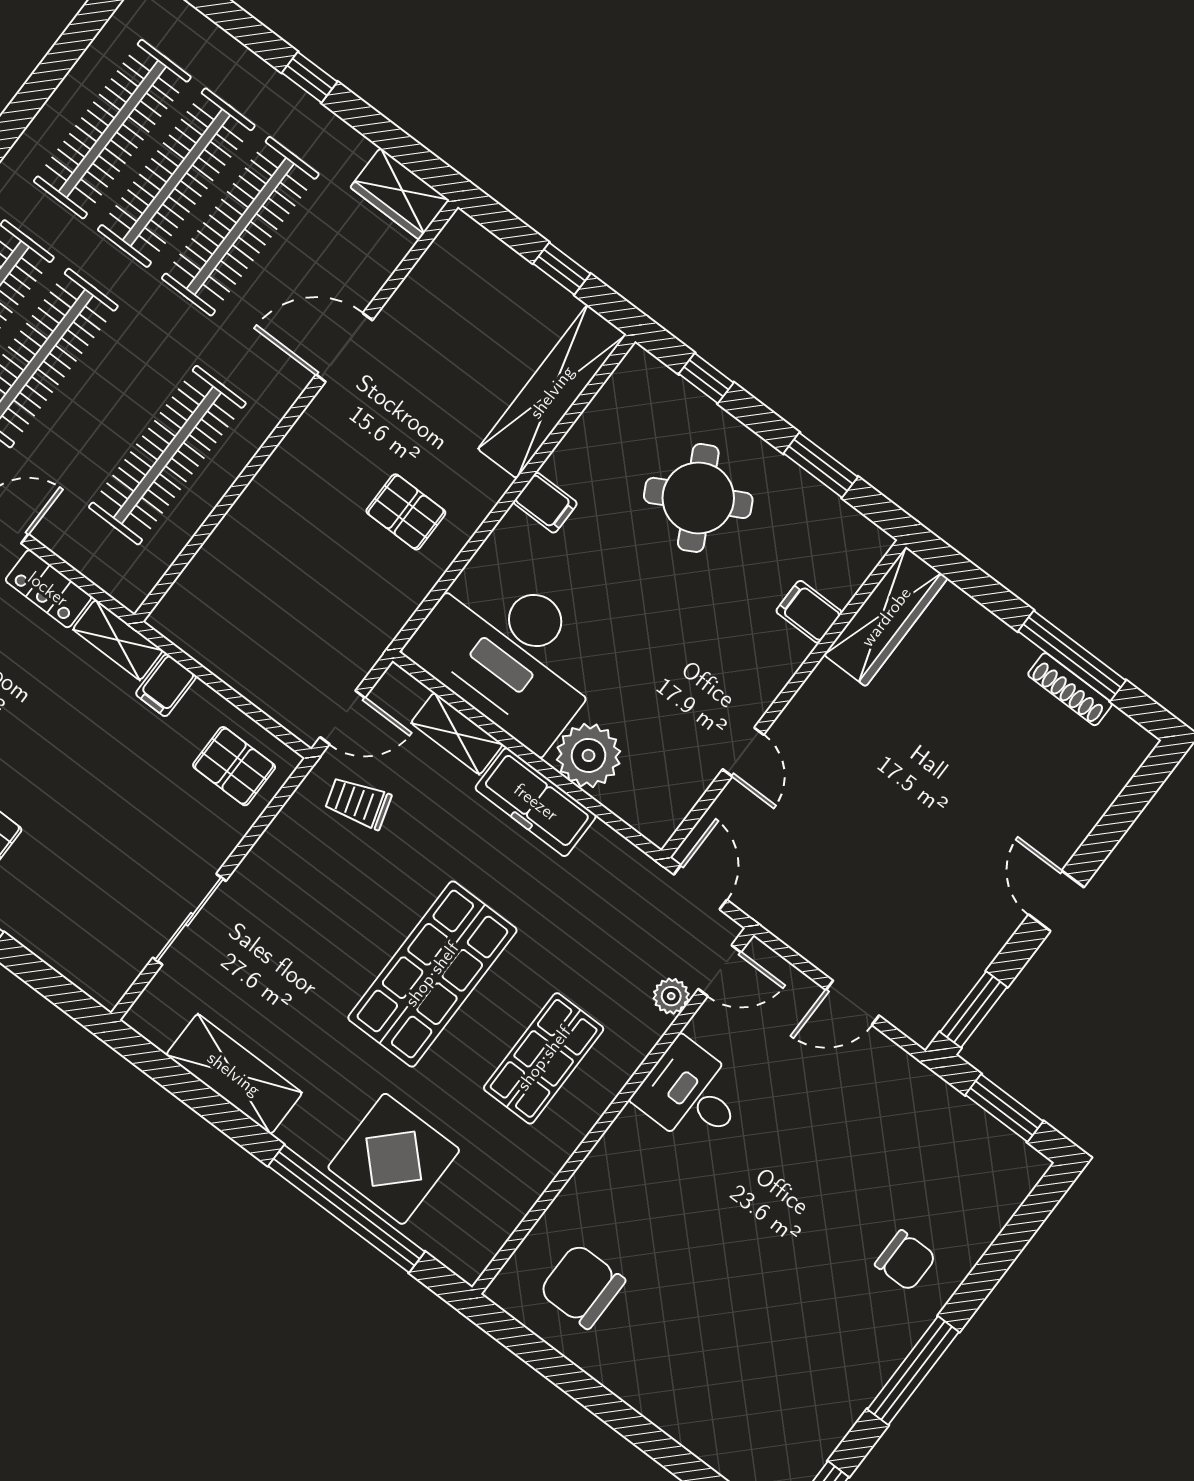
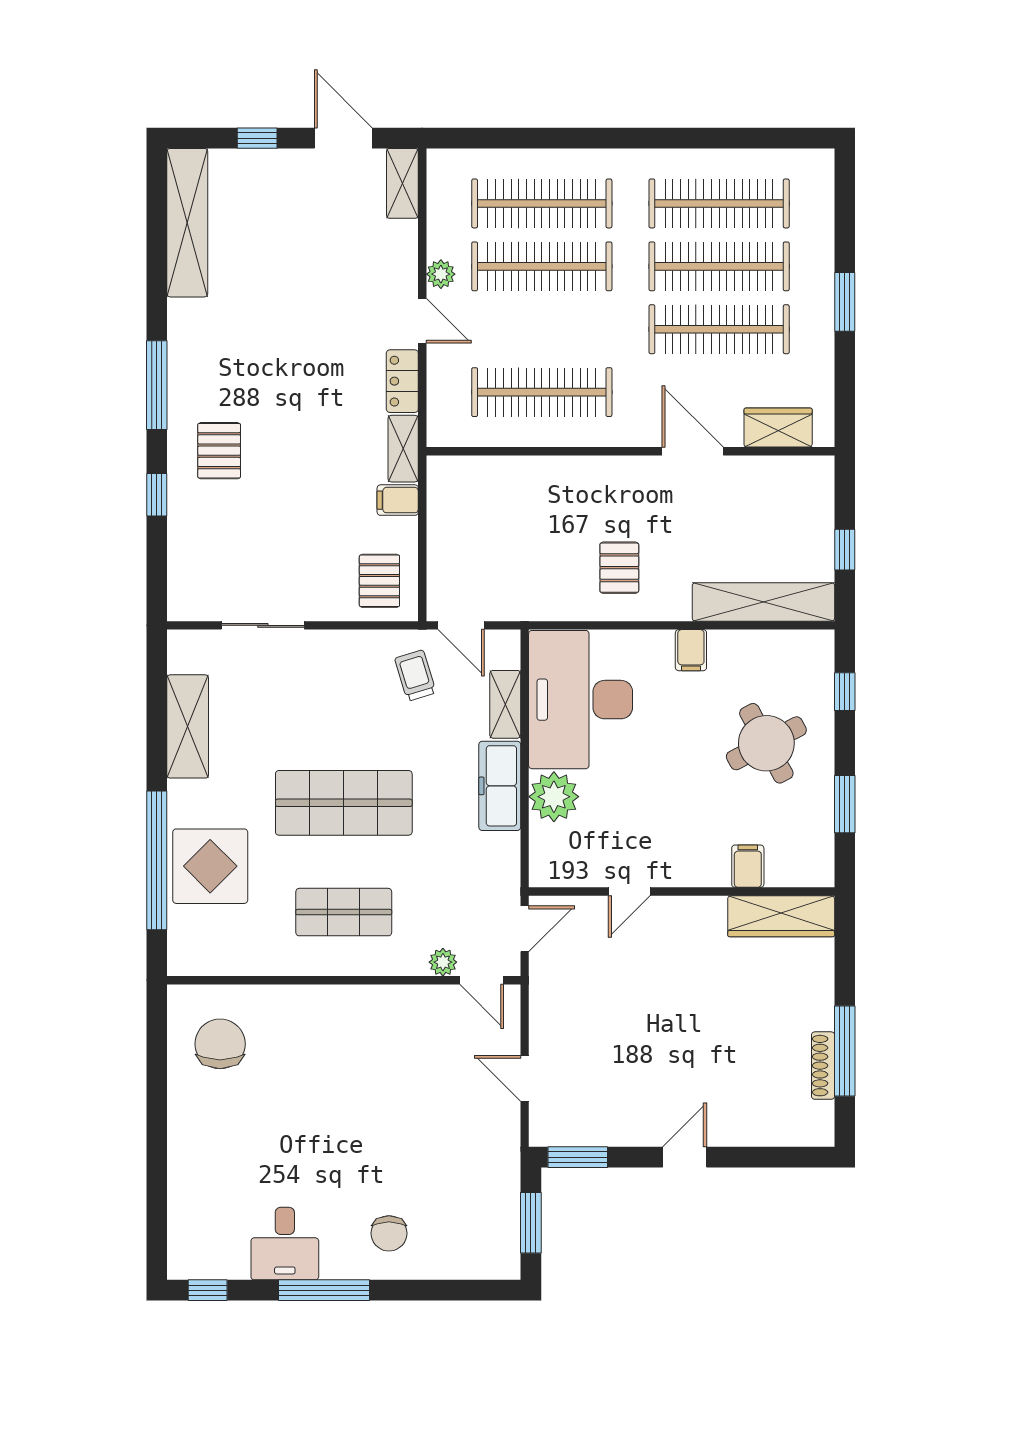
window: (310, 77) -> (845, 302), width x1.50
wardrobe: (400, 194) -> (778, 428), moved, turned 90
desk: (691, 1094) -> (285, 1243), moved, turned 180

